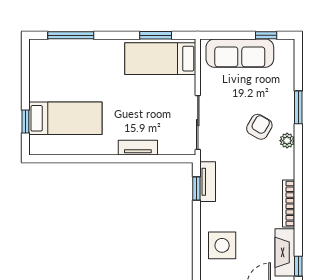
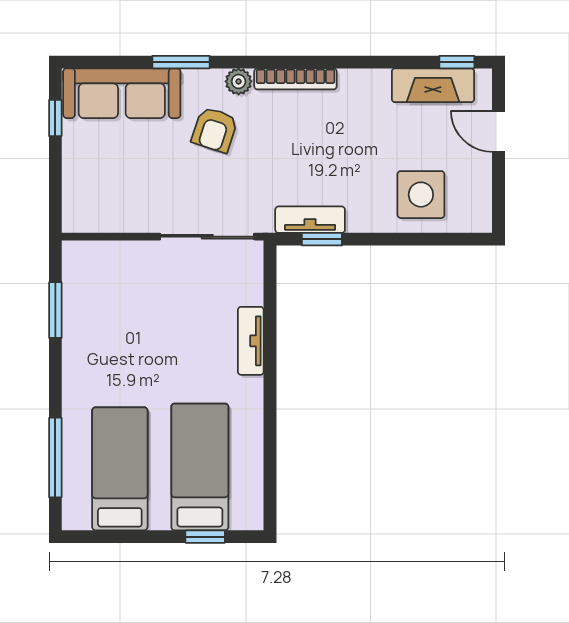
sofa: (240, 53) -> (122, 93), moved, turned 90
bed: (160, 59) -> (120, 469), moved, turned 180
armchair: (259, 127) -> (215, 130), turned -102
bookcase: (289, 204) -> (295, 79), moved

